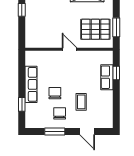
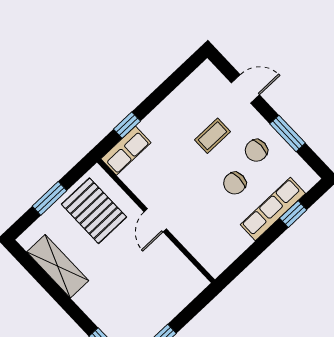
window: (116, 27) -> (50, 198), moved
row of seats: (107, 77) -> (126, 151), moved
row of seats: (31, 84) -> (273, 209), moved
door: (87, 132) -> (245, 89), hinge flipped

